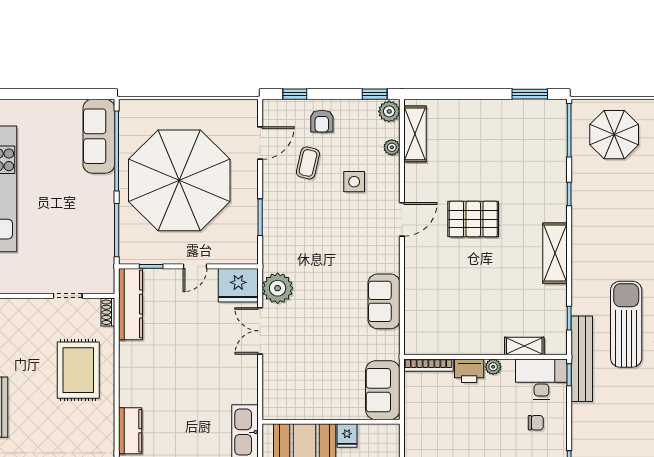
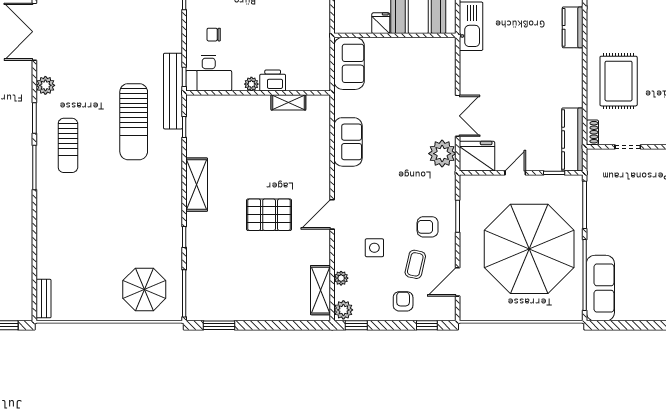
armchair: (294, 205) -> (428, 227), added
shelving: (524, 346) -> (288, 102), moved
bookcase: (428, 365) -> (309, 85), removed

